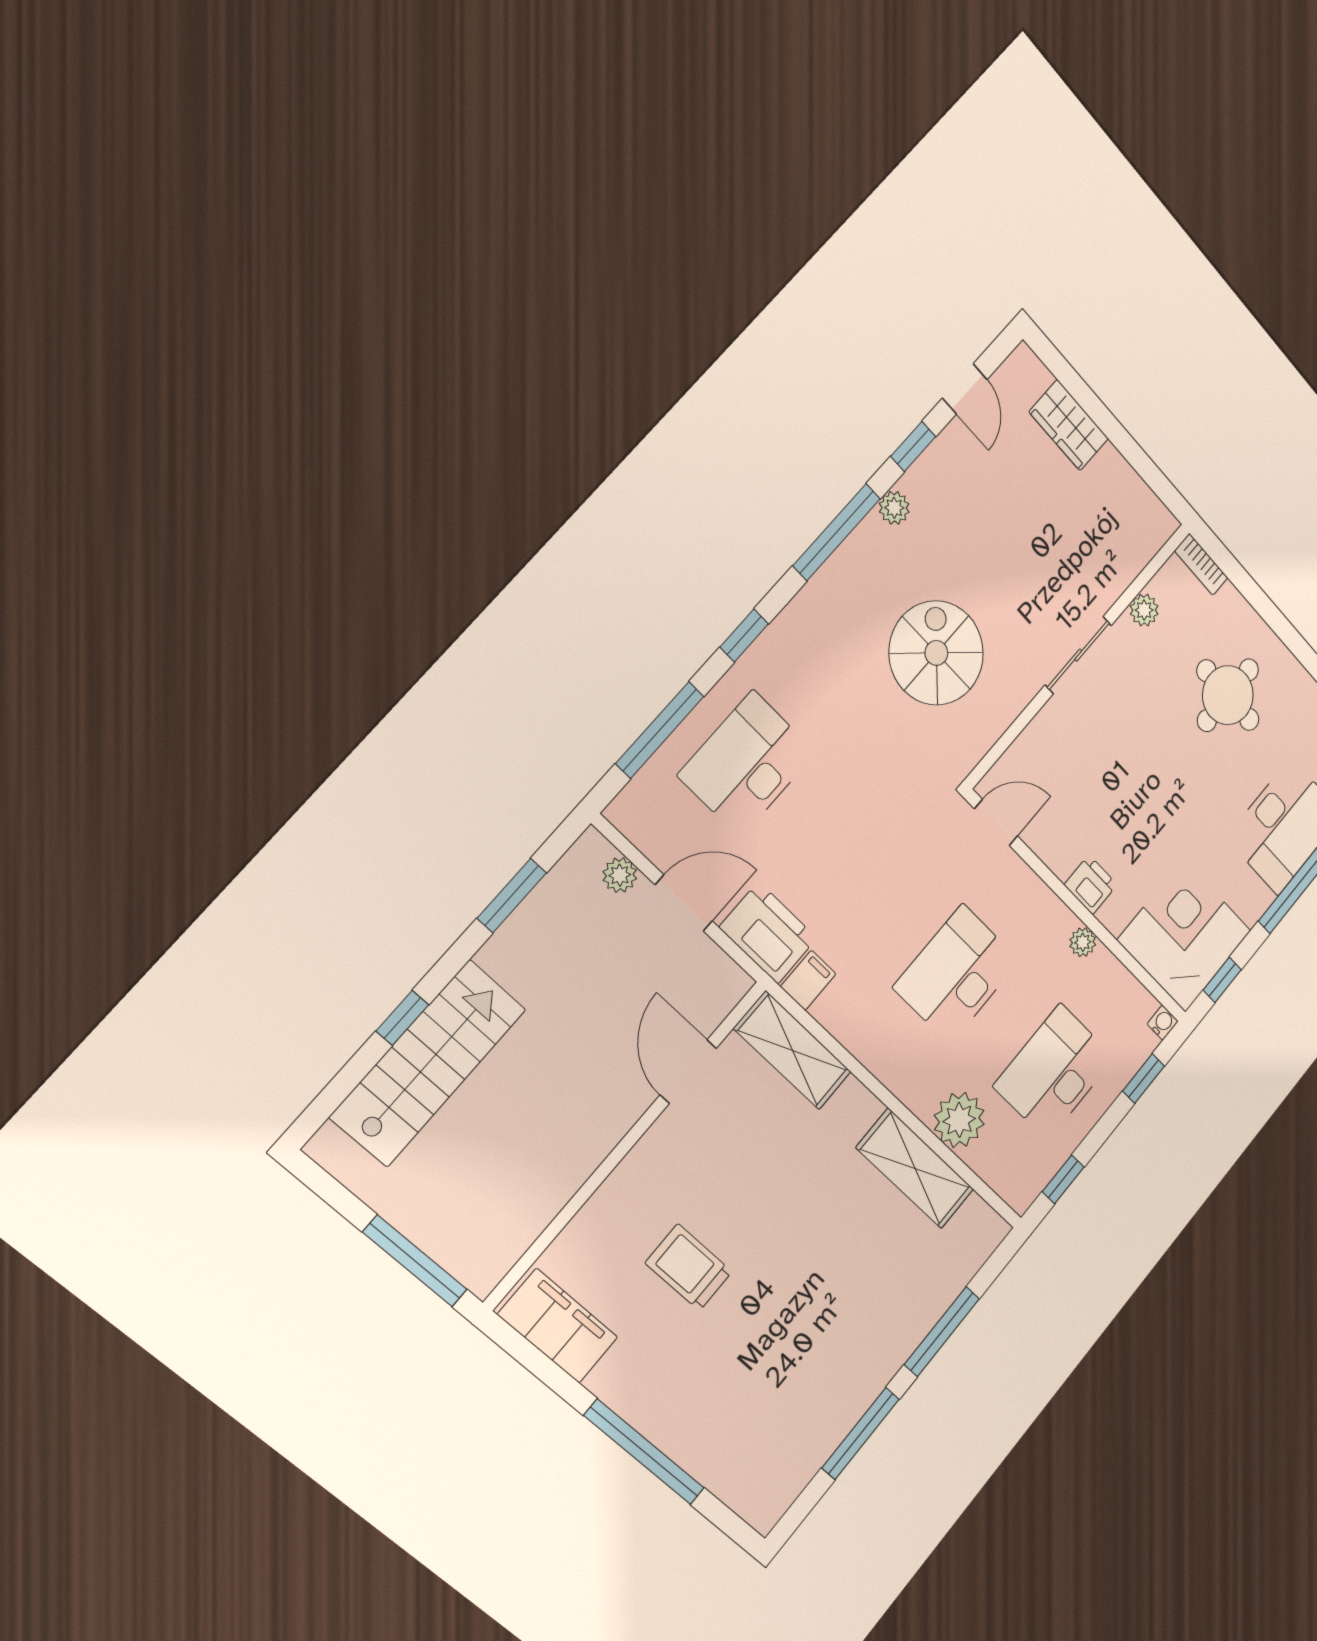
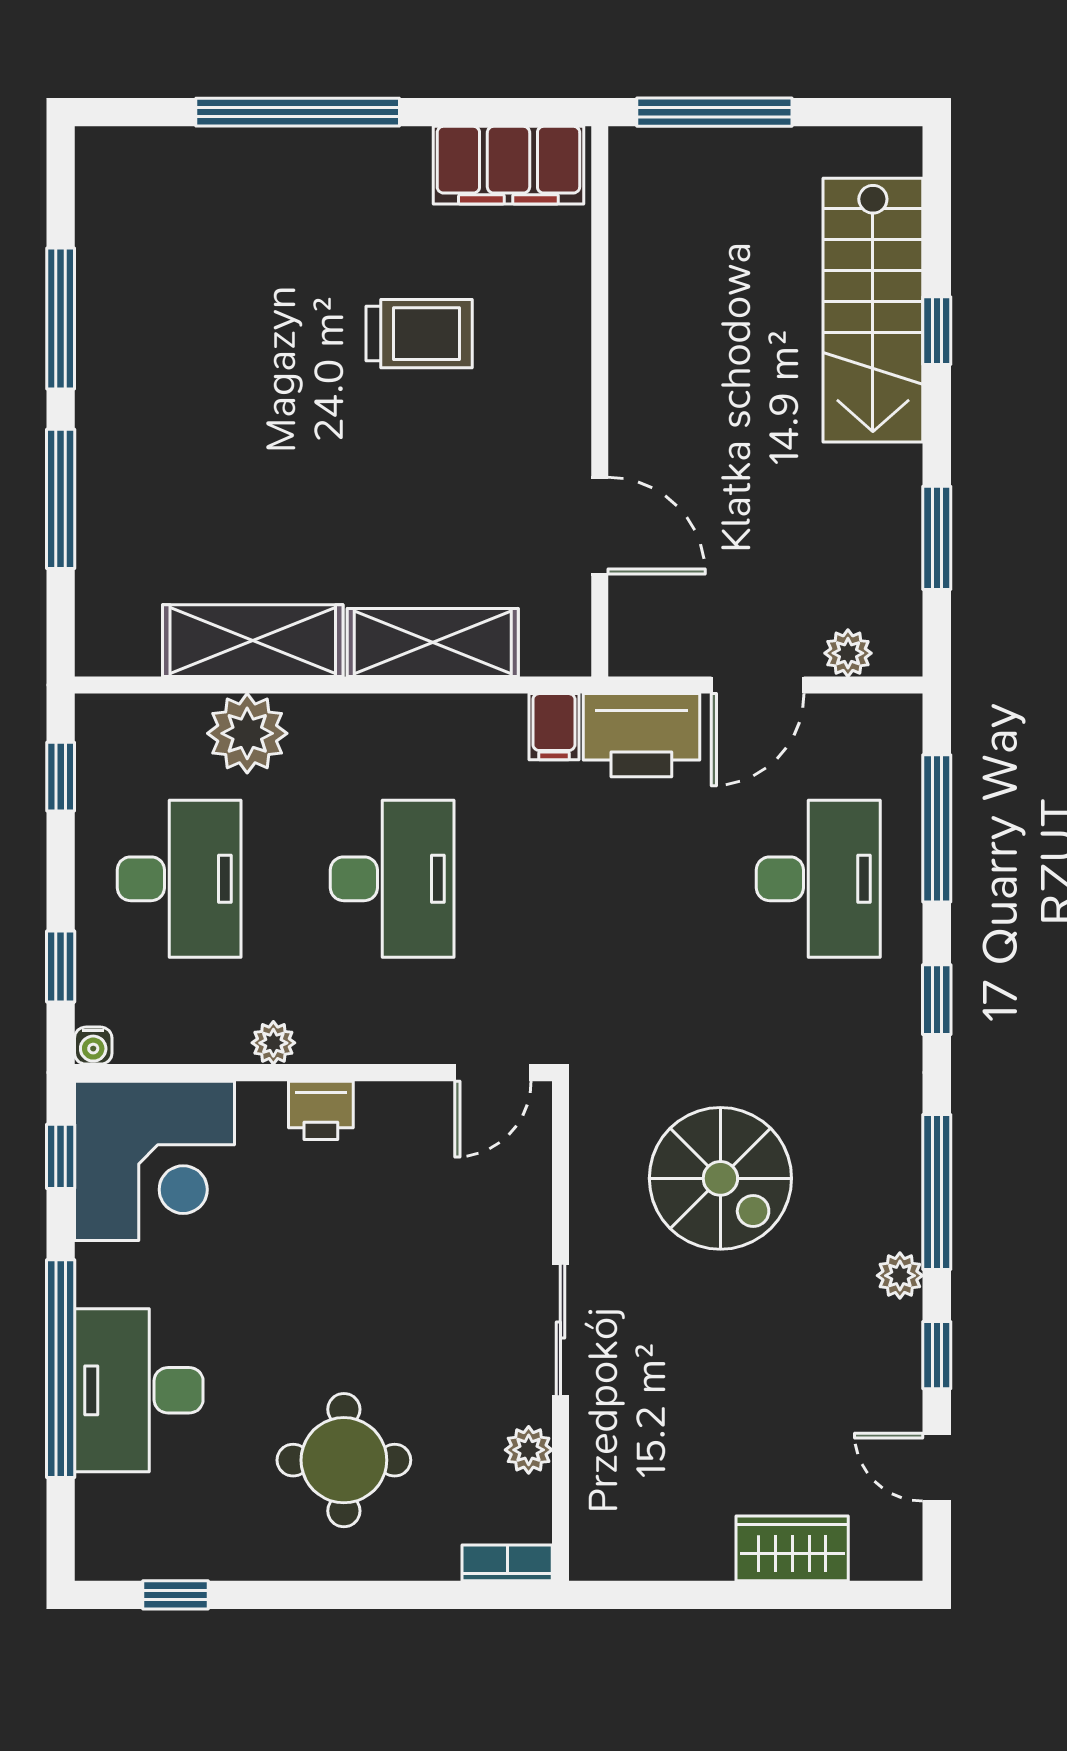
shelving: (792, 1050) -> (433, 642), moved

